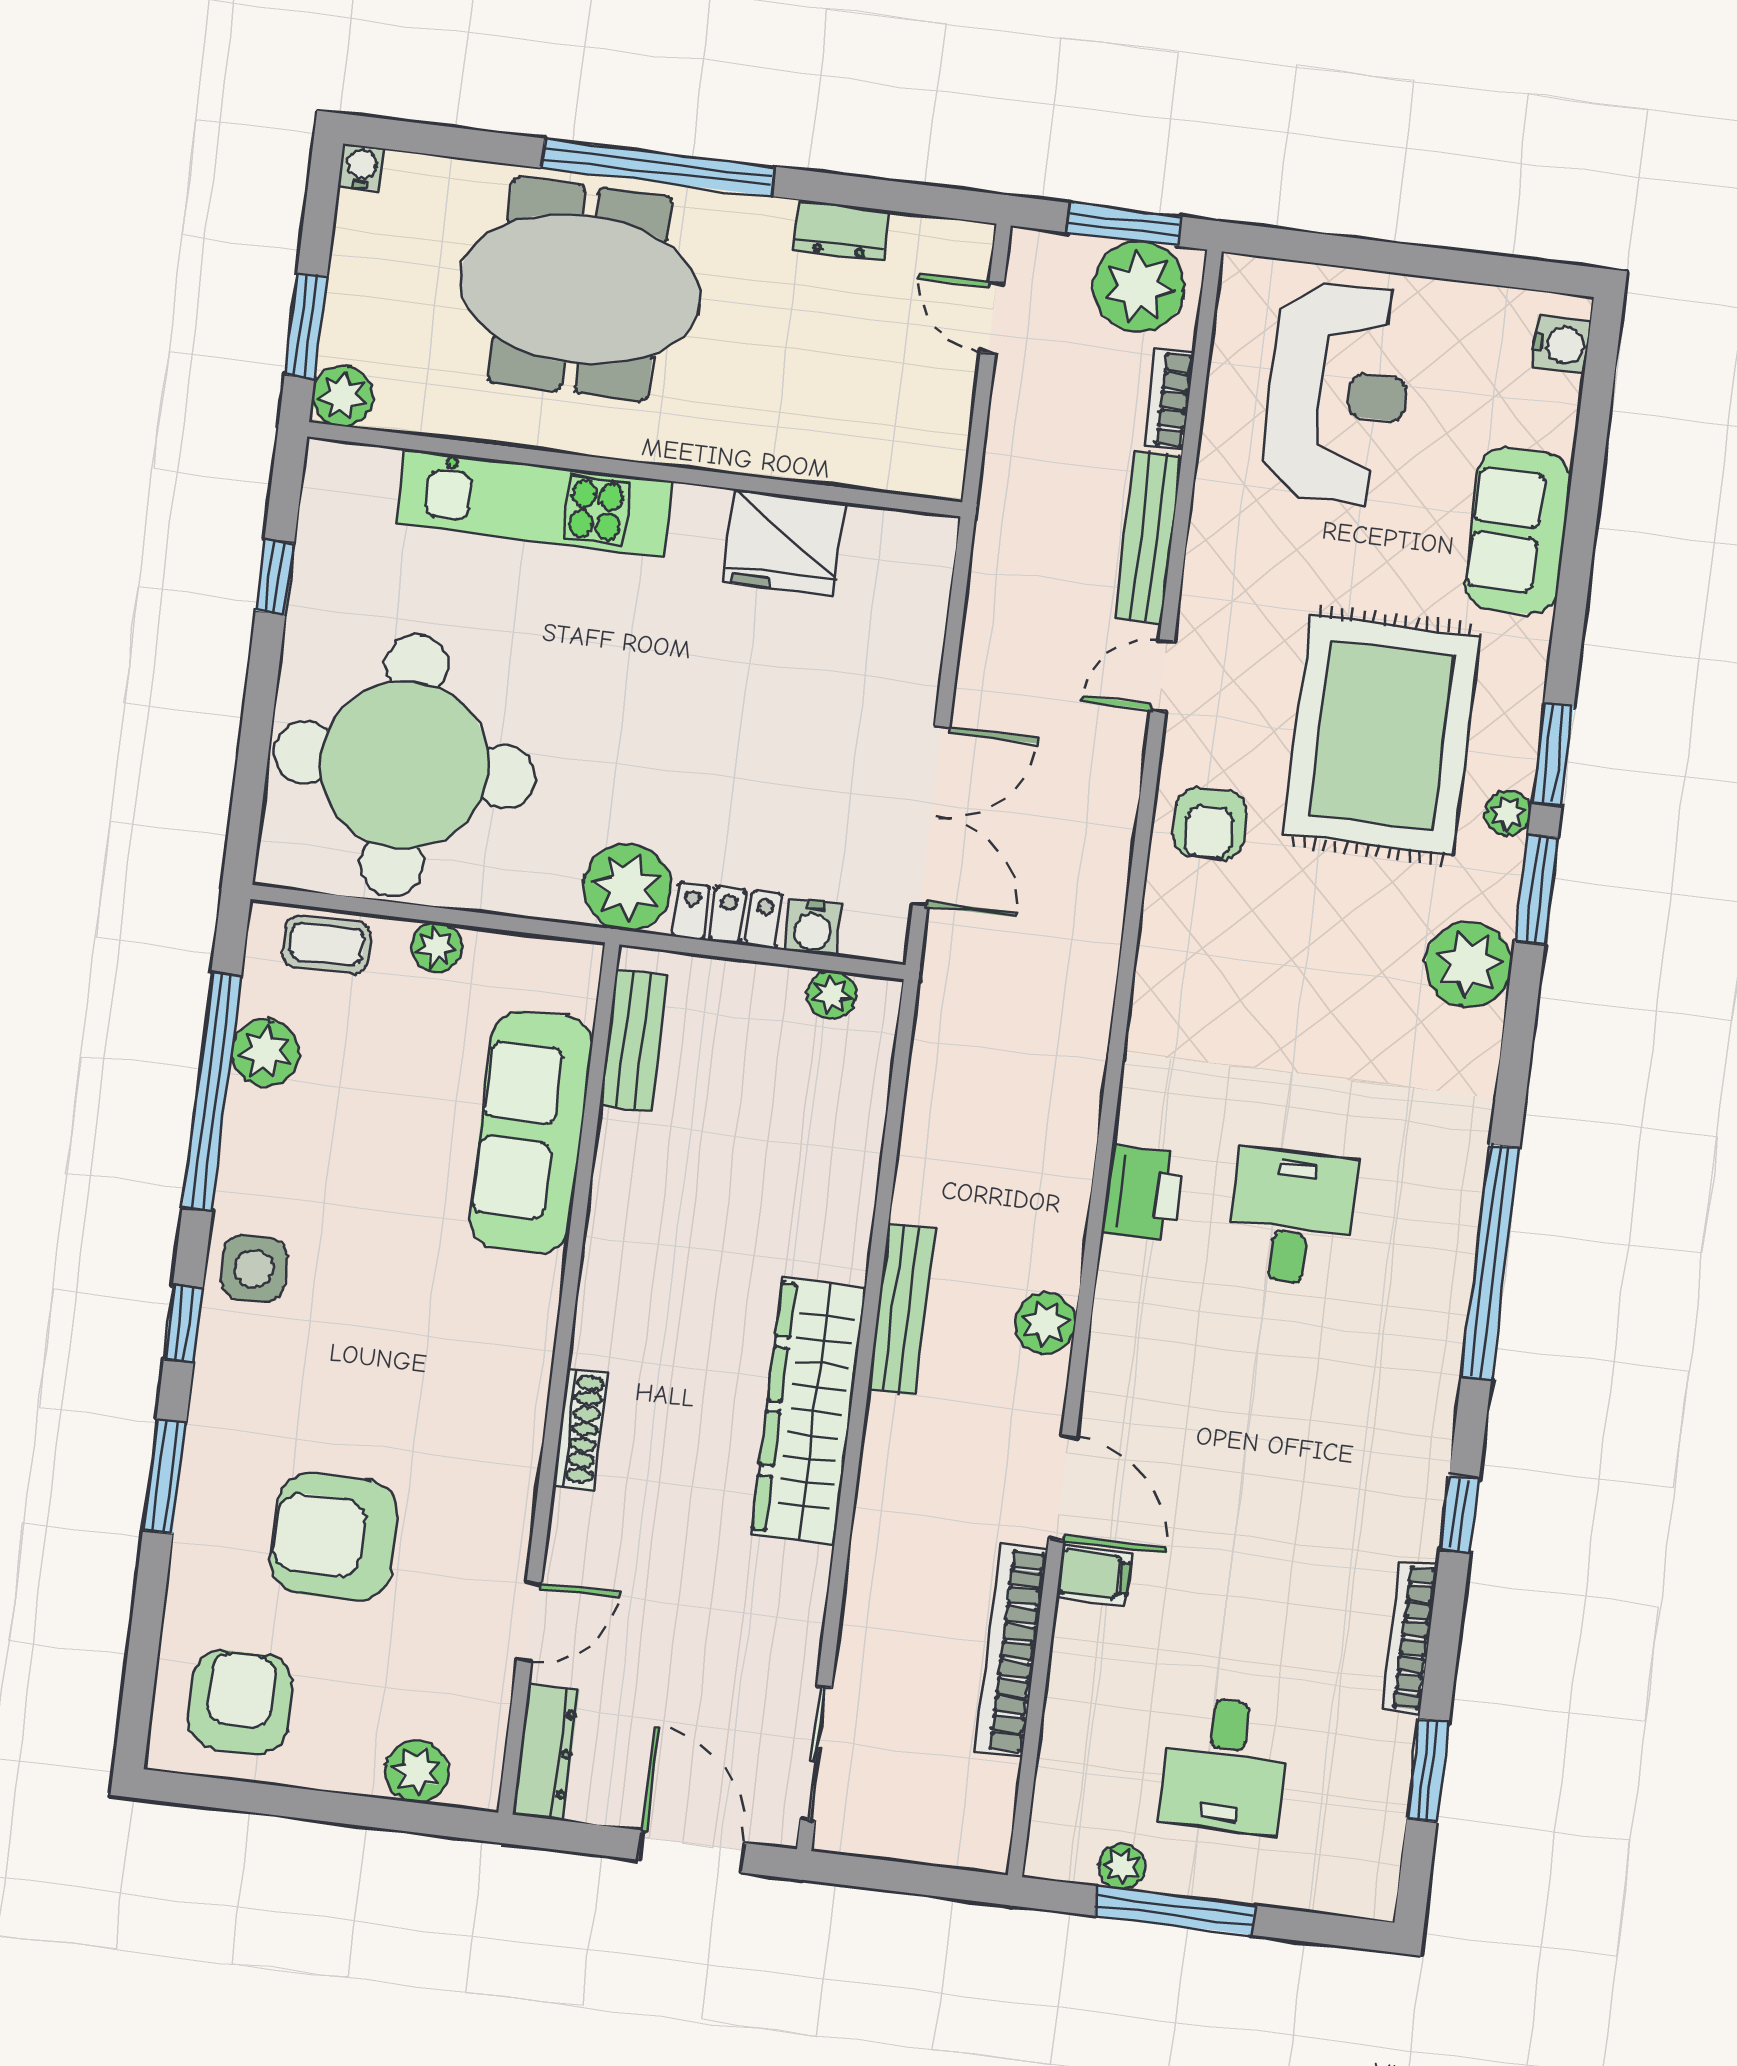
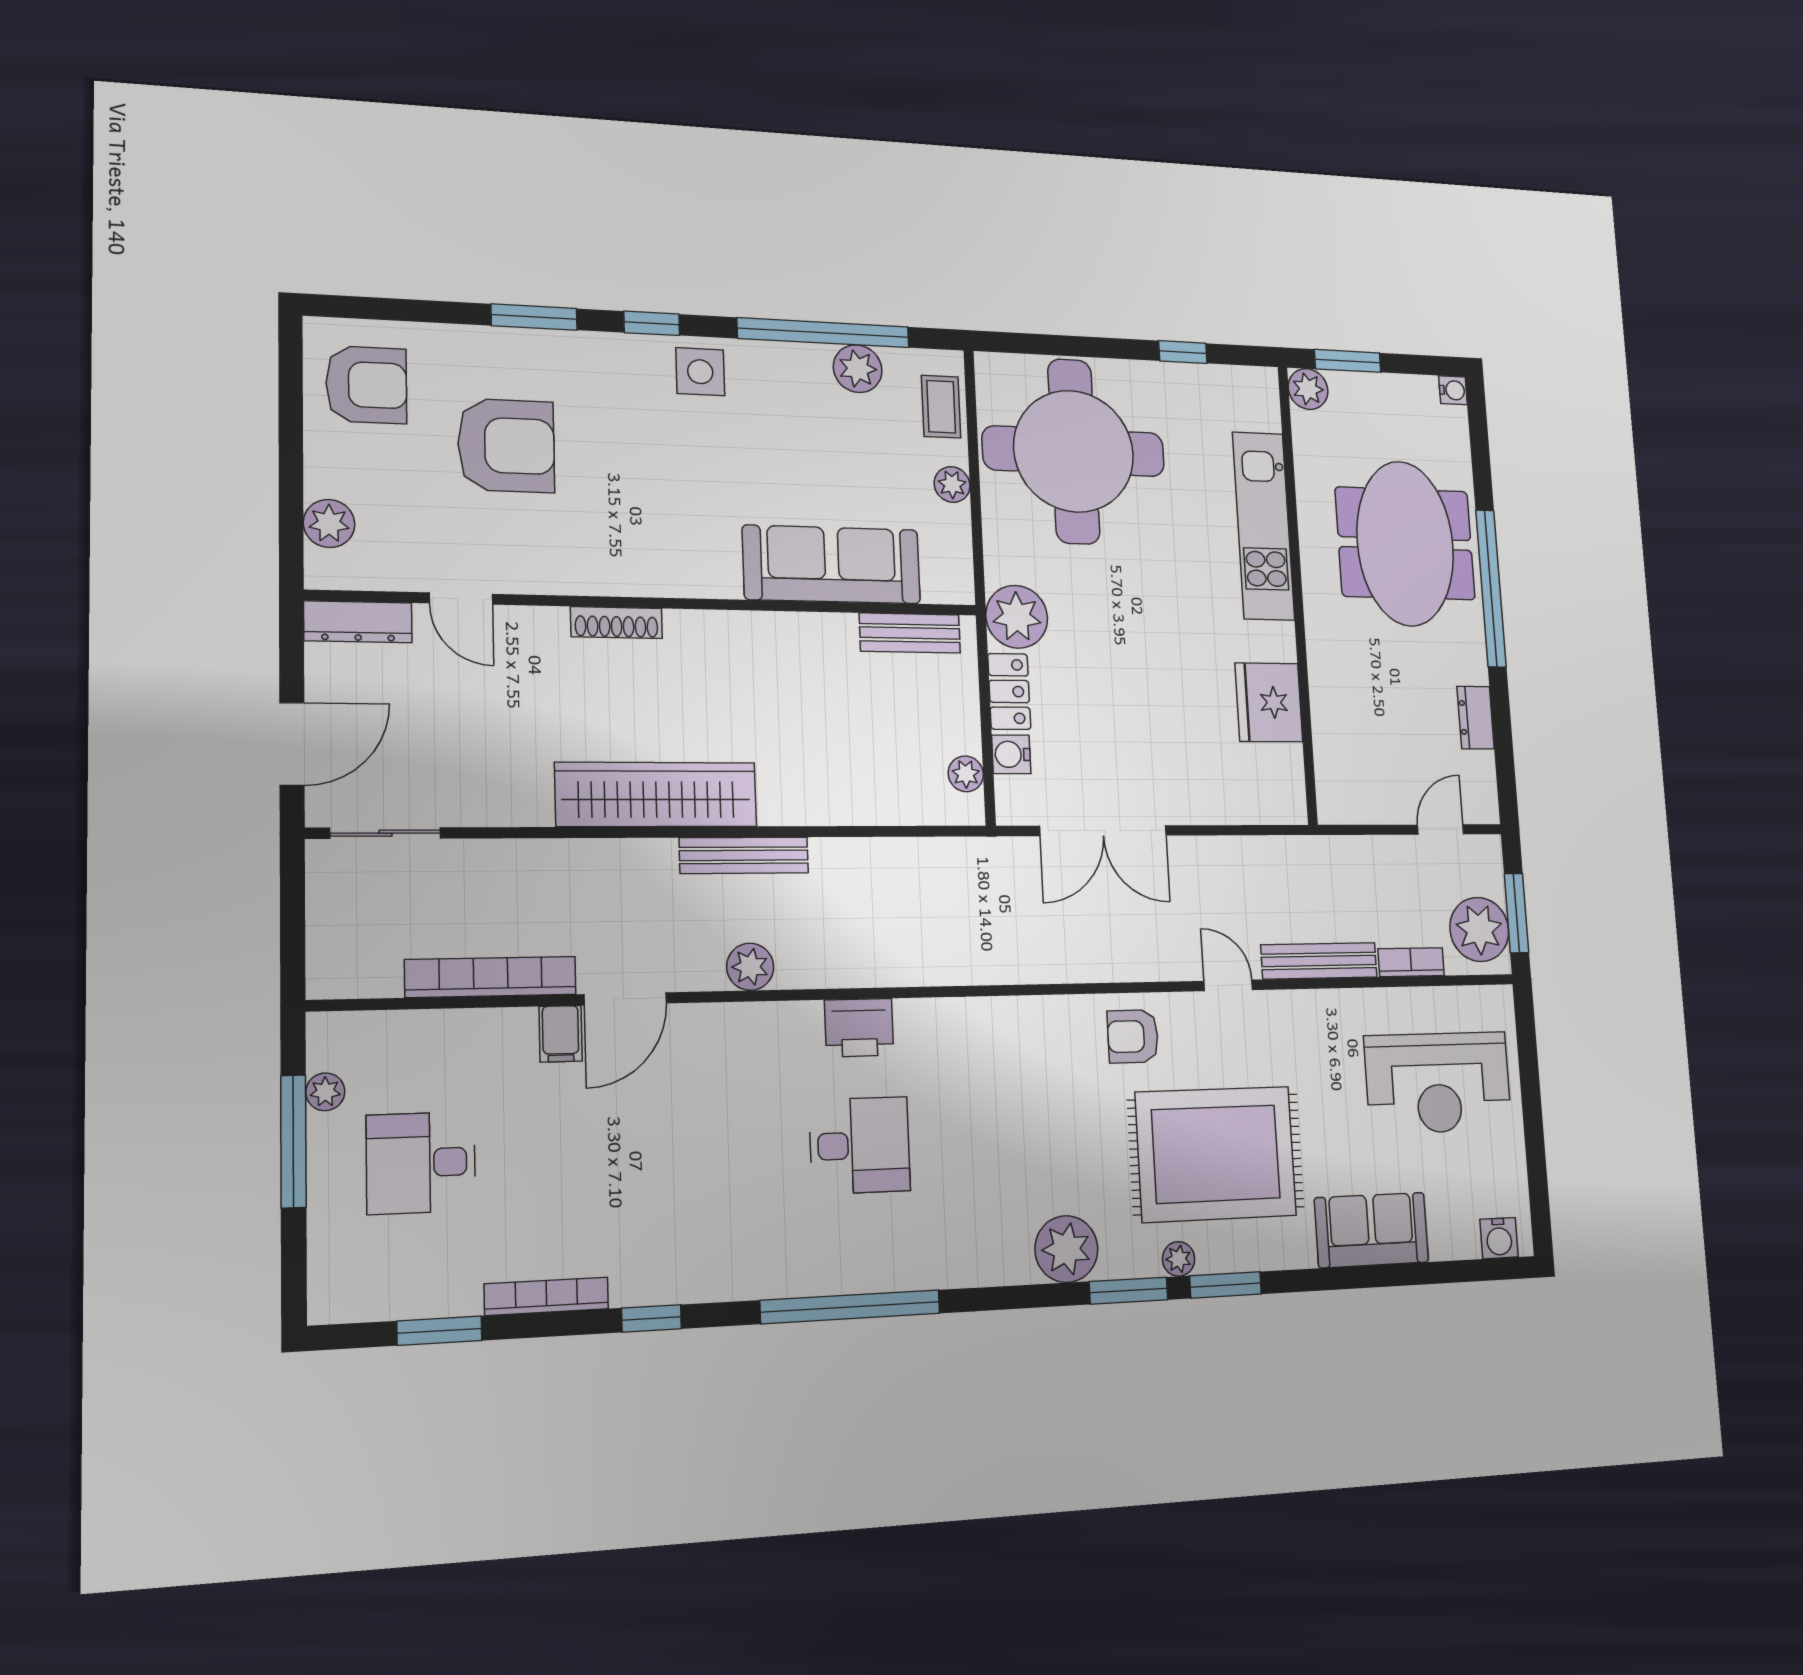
armchair: (334, 1537) -> (506, 446), turned 90

